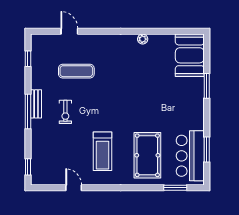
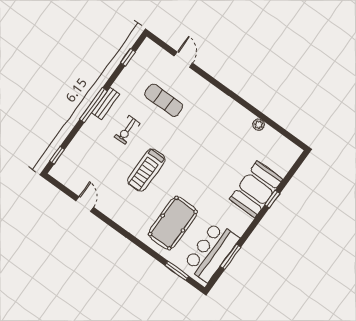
plant: (143, 39) -> (259, 125), moved
booth: (190, 55) -> (256, 189), moved
window: (207, 86) -> (272, 199), width x0.67
treadmill: (103, 151) -> (146, 170), moved

